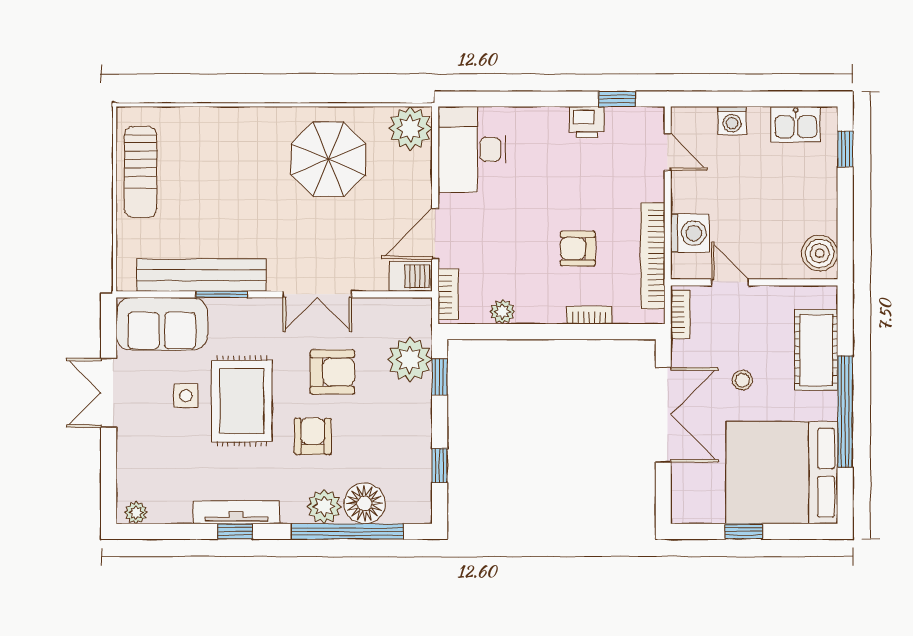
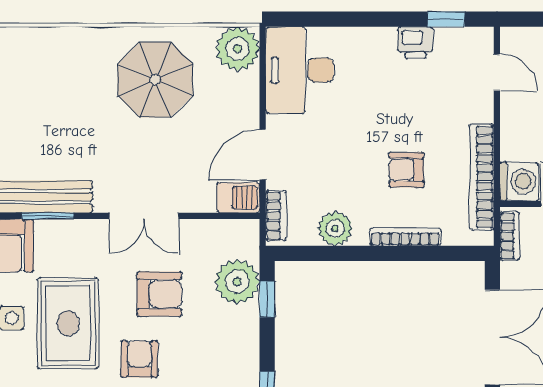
washing machine: (690, 233) -> (519, 182), moved
plant: (502, 312) -> (335, 229), width x1.38, depth x1.38
bookcase: (589, 315) -> (405, 237), width x1.56

